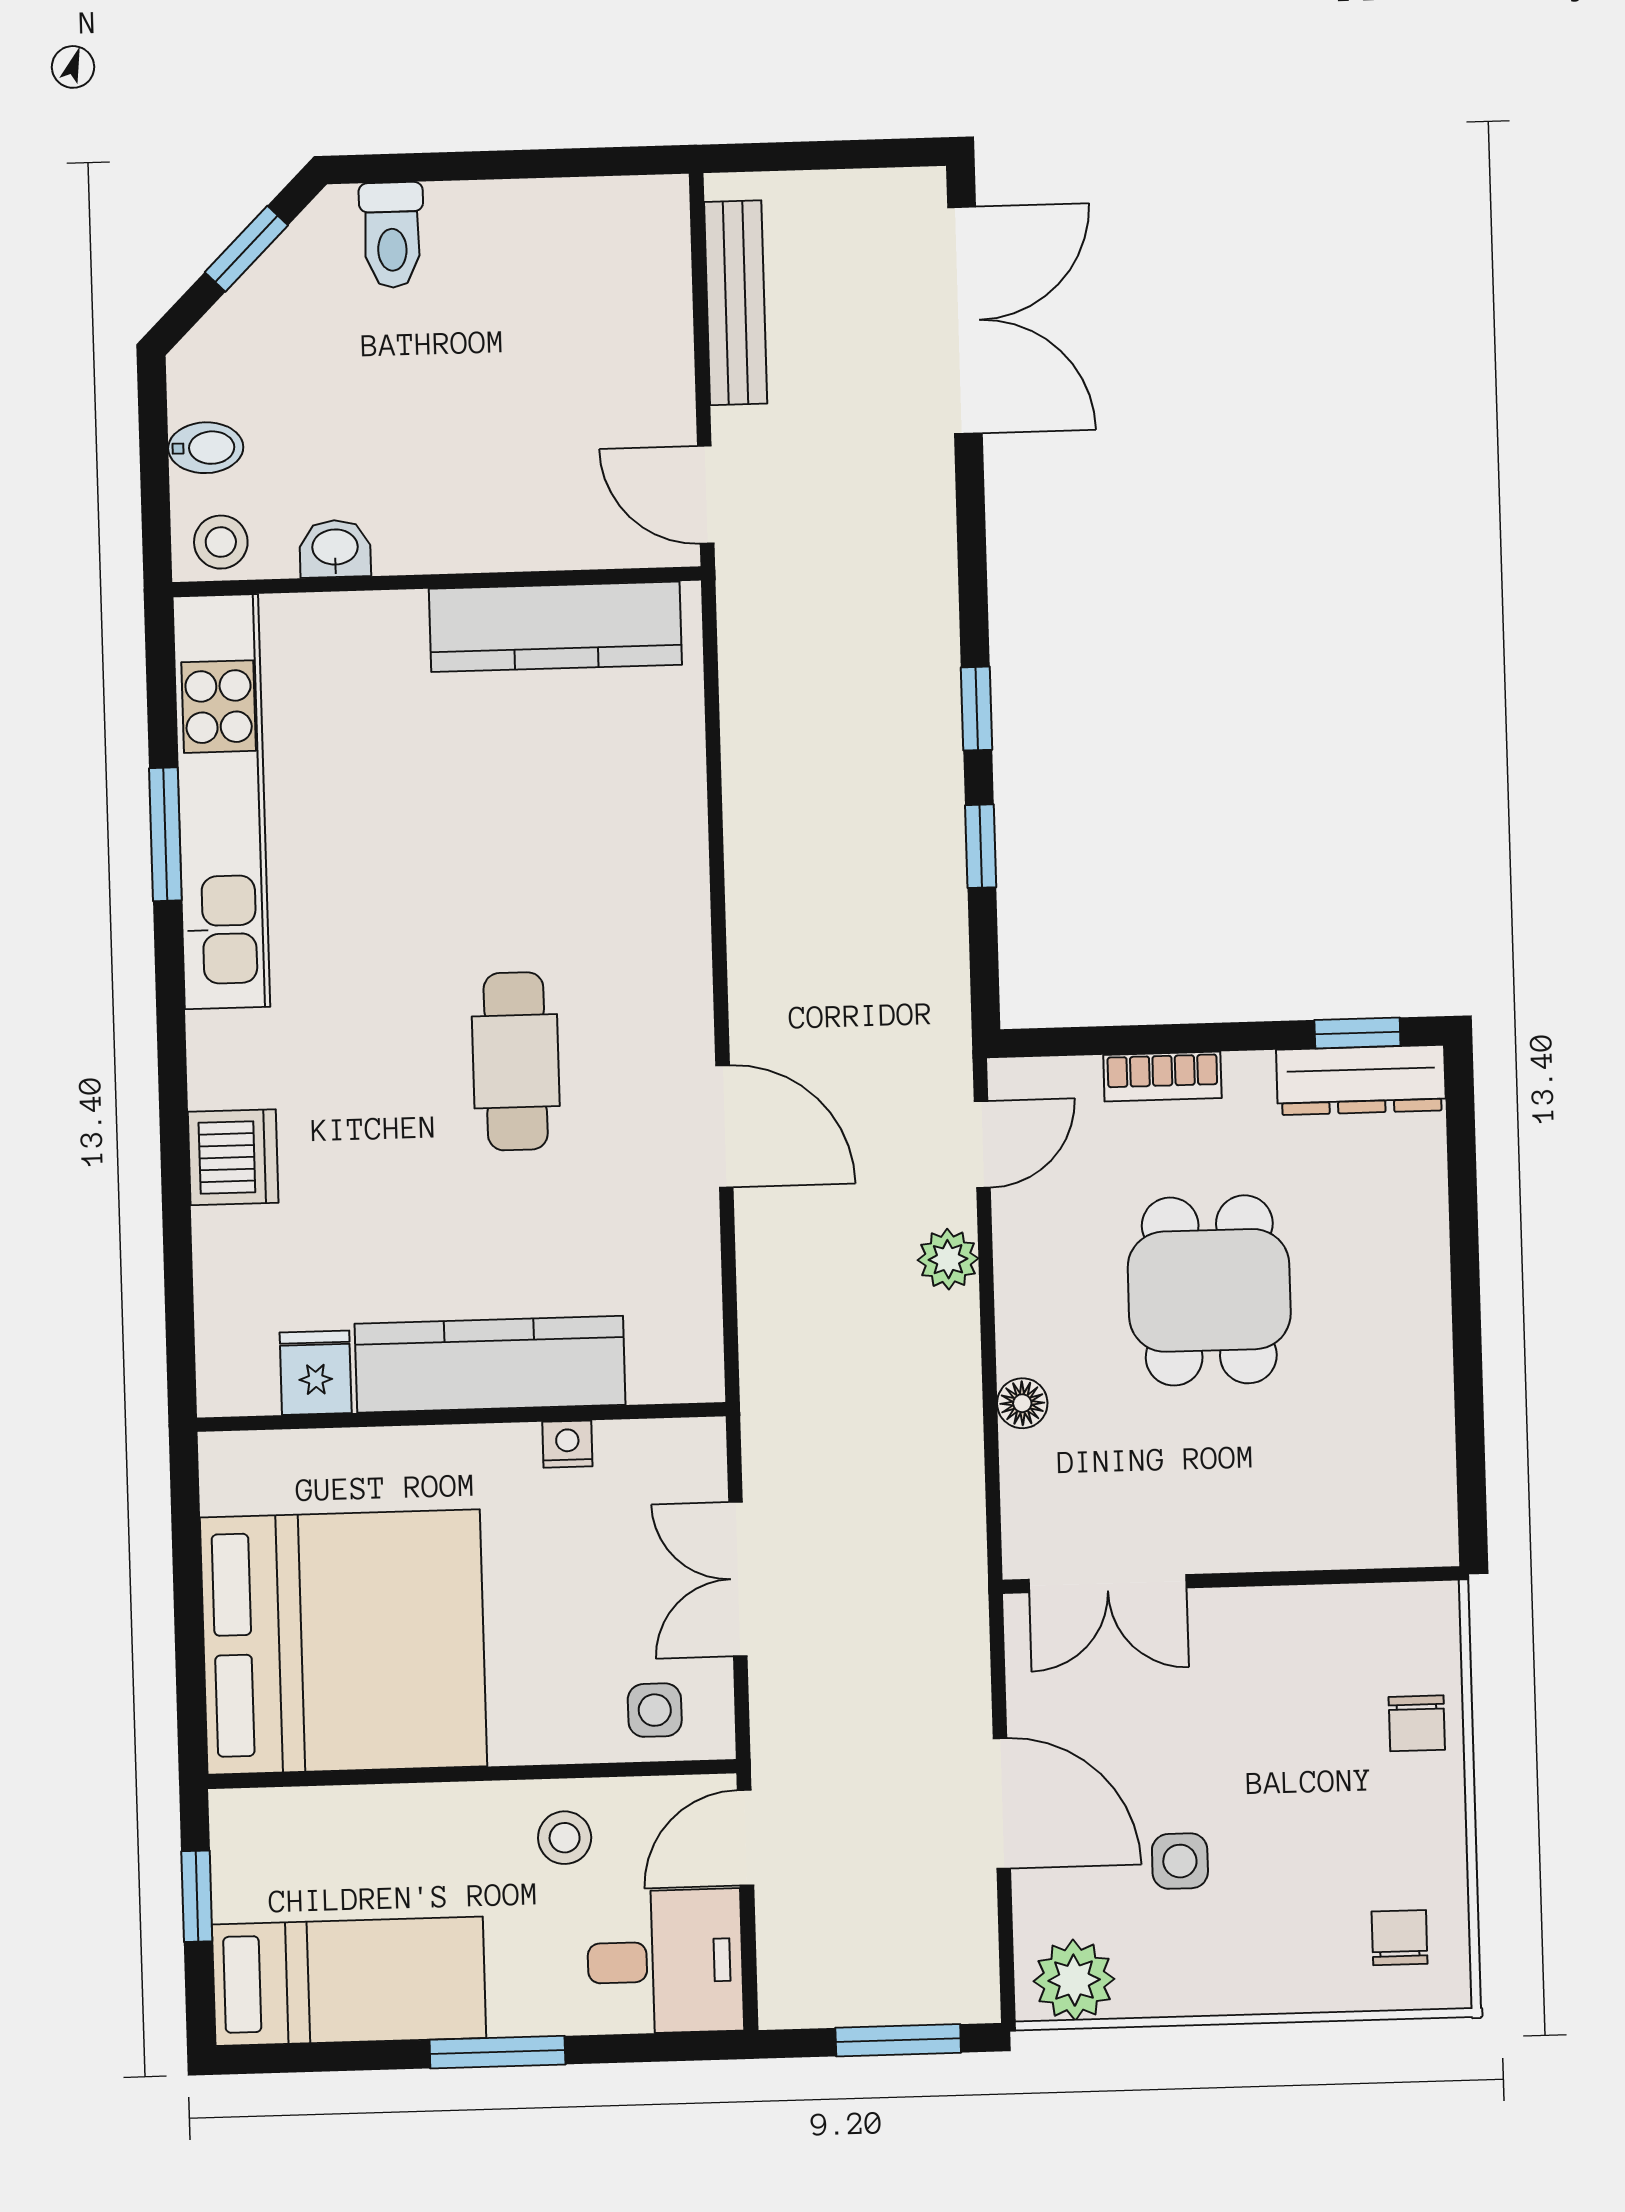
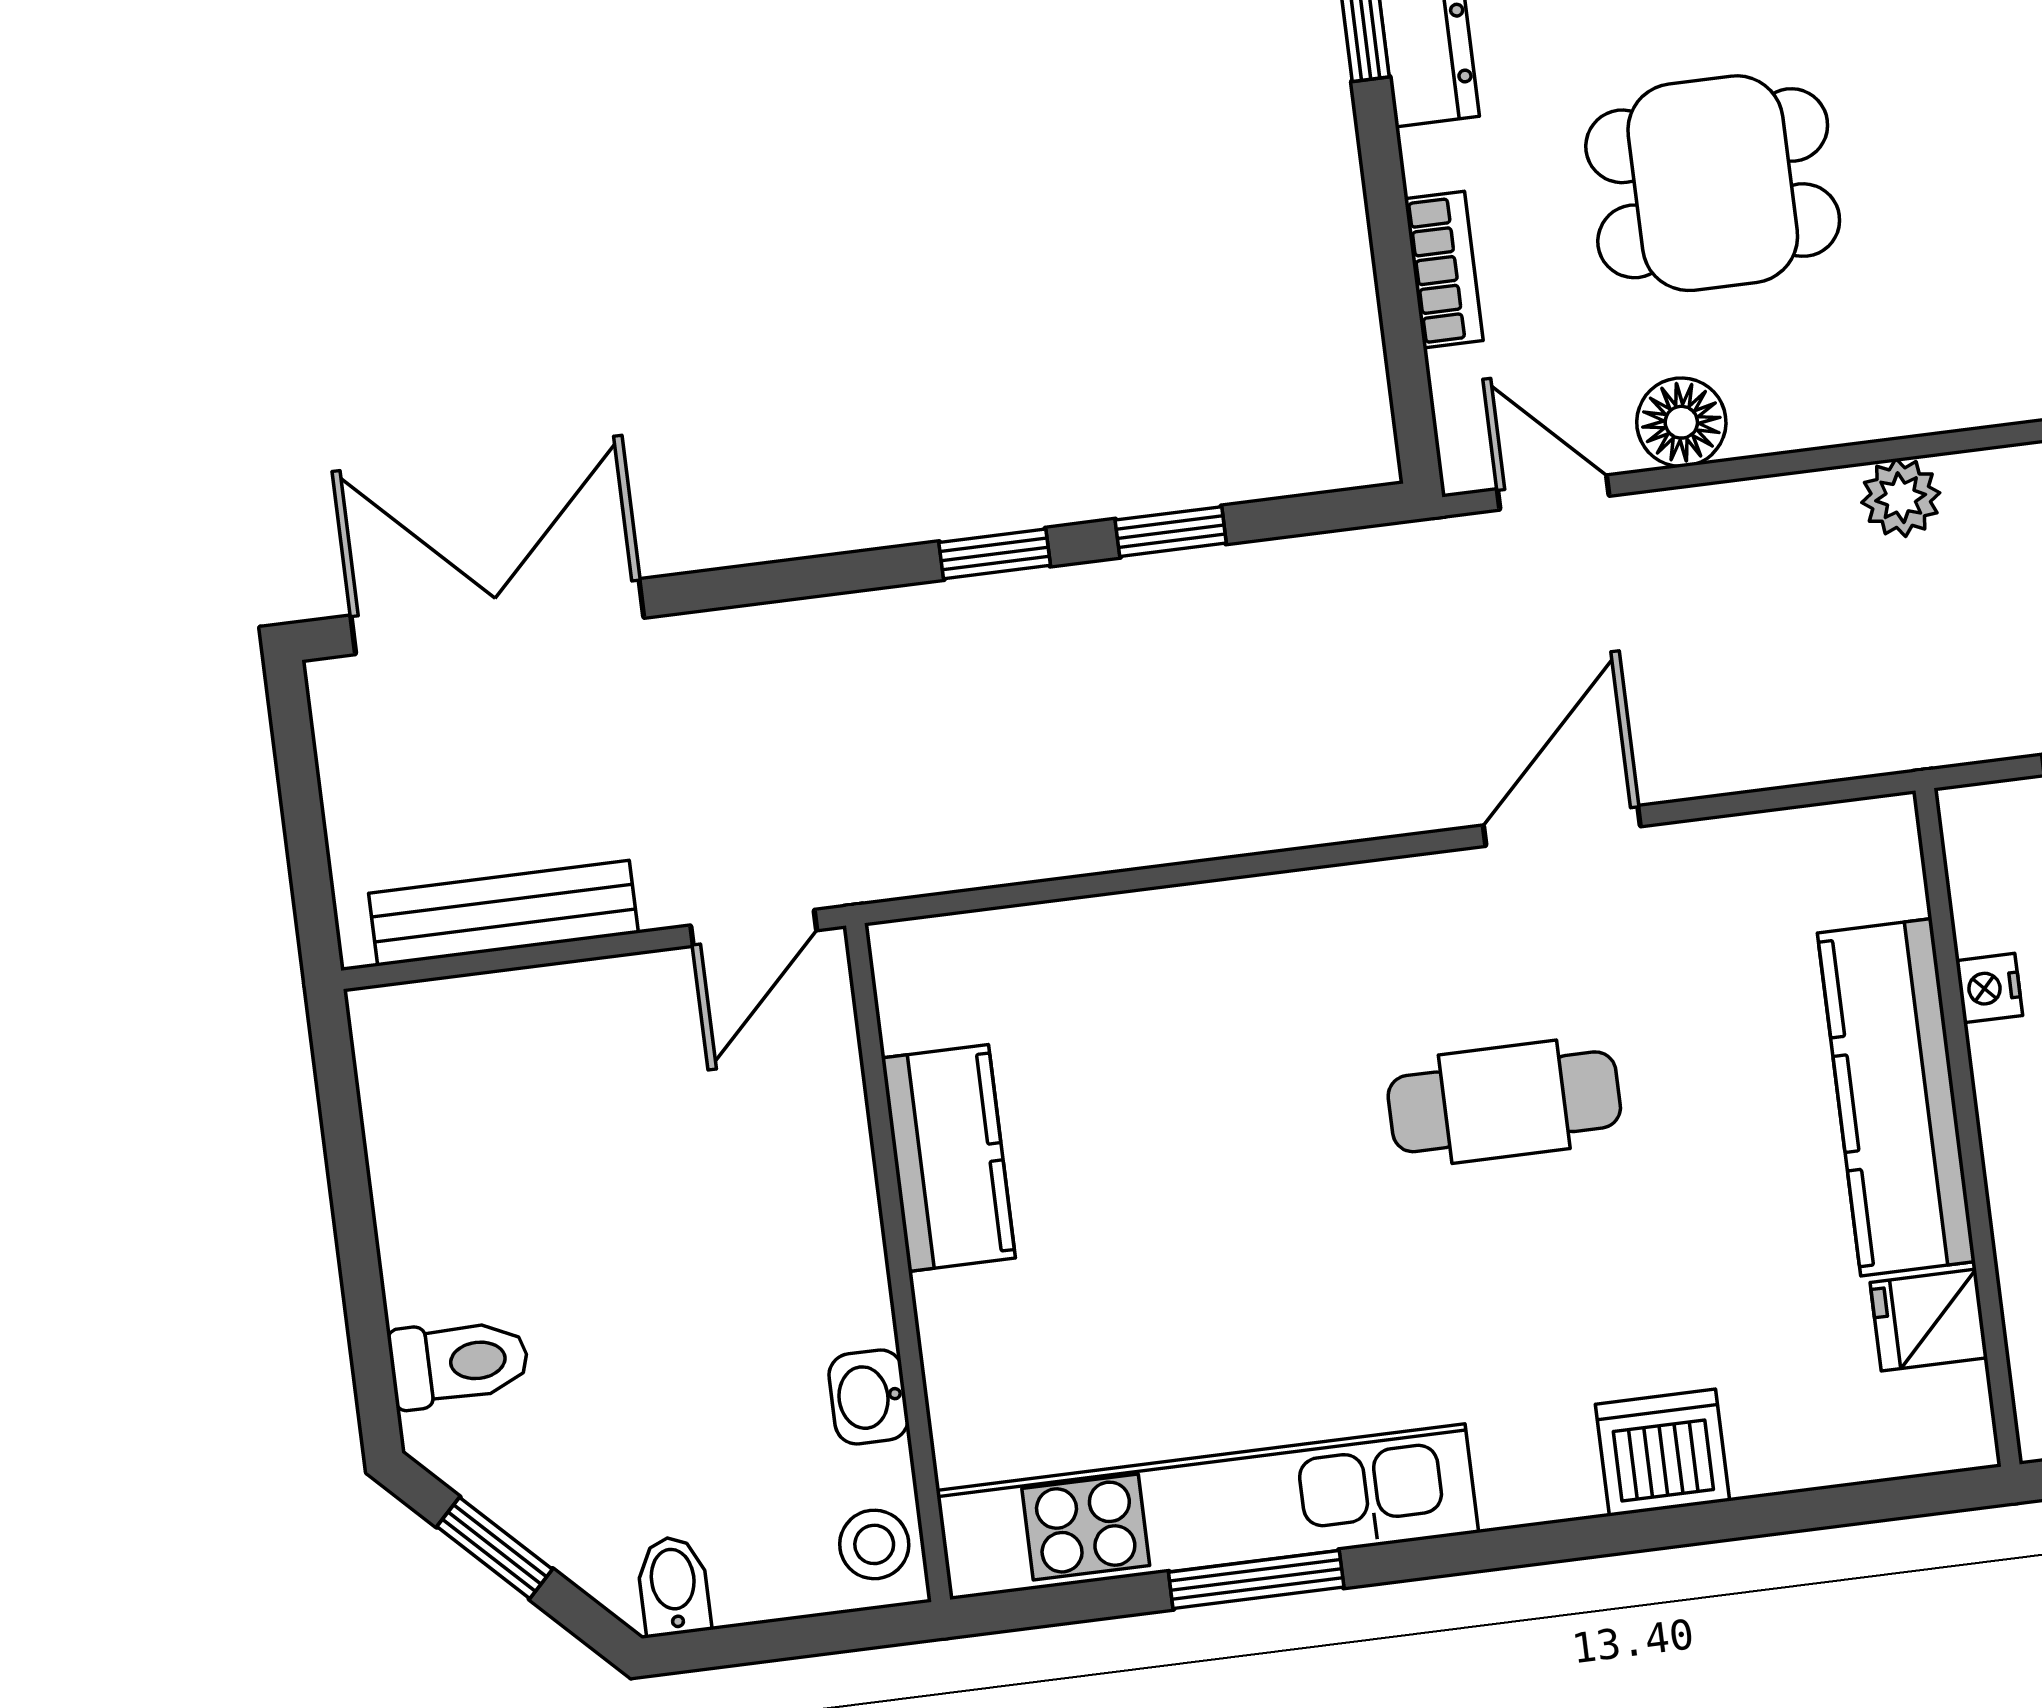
bidet: (206, 448) -> (674, 1586), moved
kitchen counter: (555, 627) -> (948, 1158), width x0.67
plant: (948, 1259) -> (1901, 498), moved
floor lamp: (1022, 1403) -> (1681, 422), moved, width x1.37, depth x1.37

